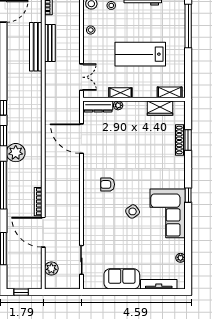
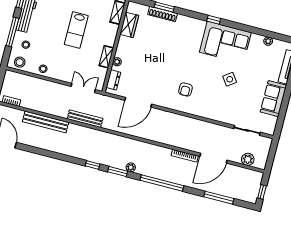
bench: (50, 43) -> (85, 119), moved
lab bench: (140, 54) -> (76, 30), width x0.73, depth x0.72
dresser: (98, 107) -> (113, 80), width x0.70
plant: (16, 153) -> (131, 167), width x0.53, depth x0.53
side table: (133, 211) -> (230, 79), moved

